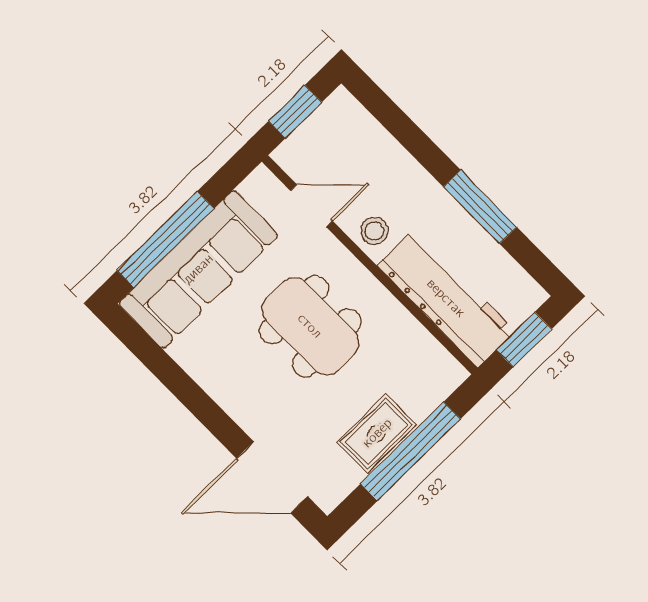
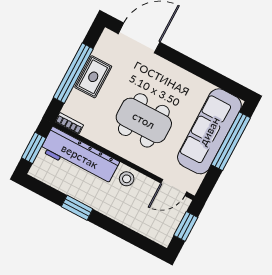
door: (312, 206) -> (174, 187), moved
window: (480, 207) -> (77, 208), width x0.69
bookcase: (446, 363) -> (69, 123), added

